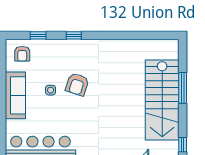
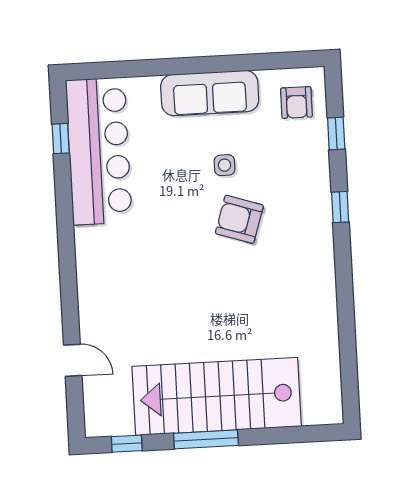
armchair: (22, 54) -> (296, 102), turned -90
window: (183, 88) -> (206, 439), moved

